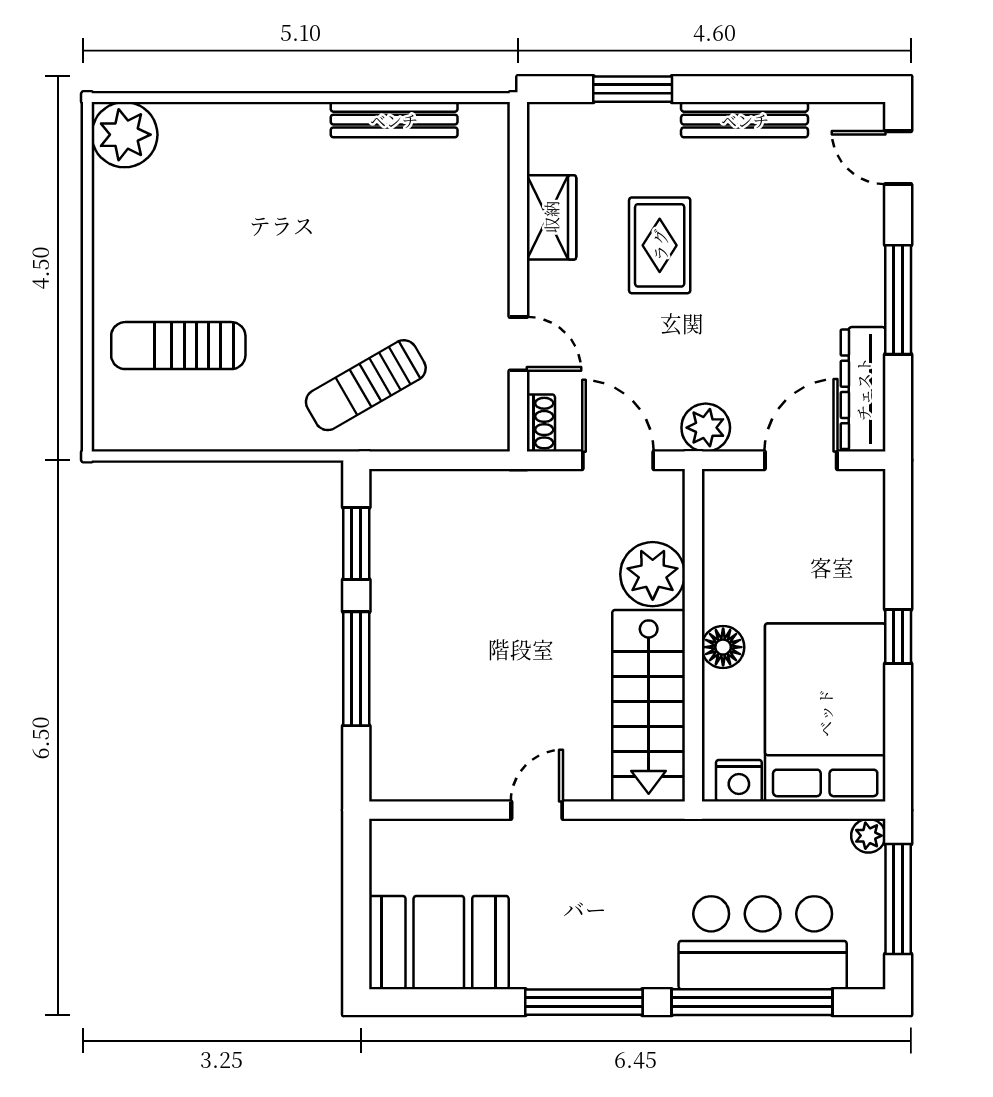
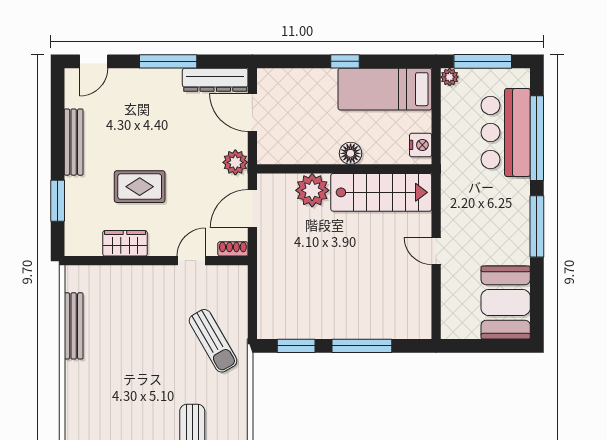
bed: (825, 713) -> (385, 89), width x0.67

